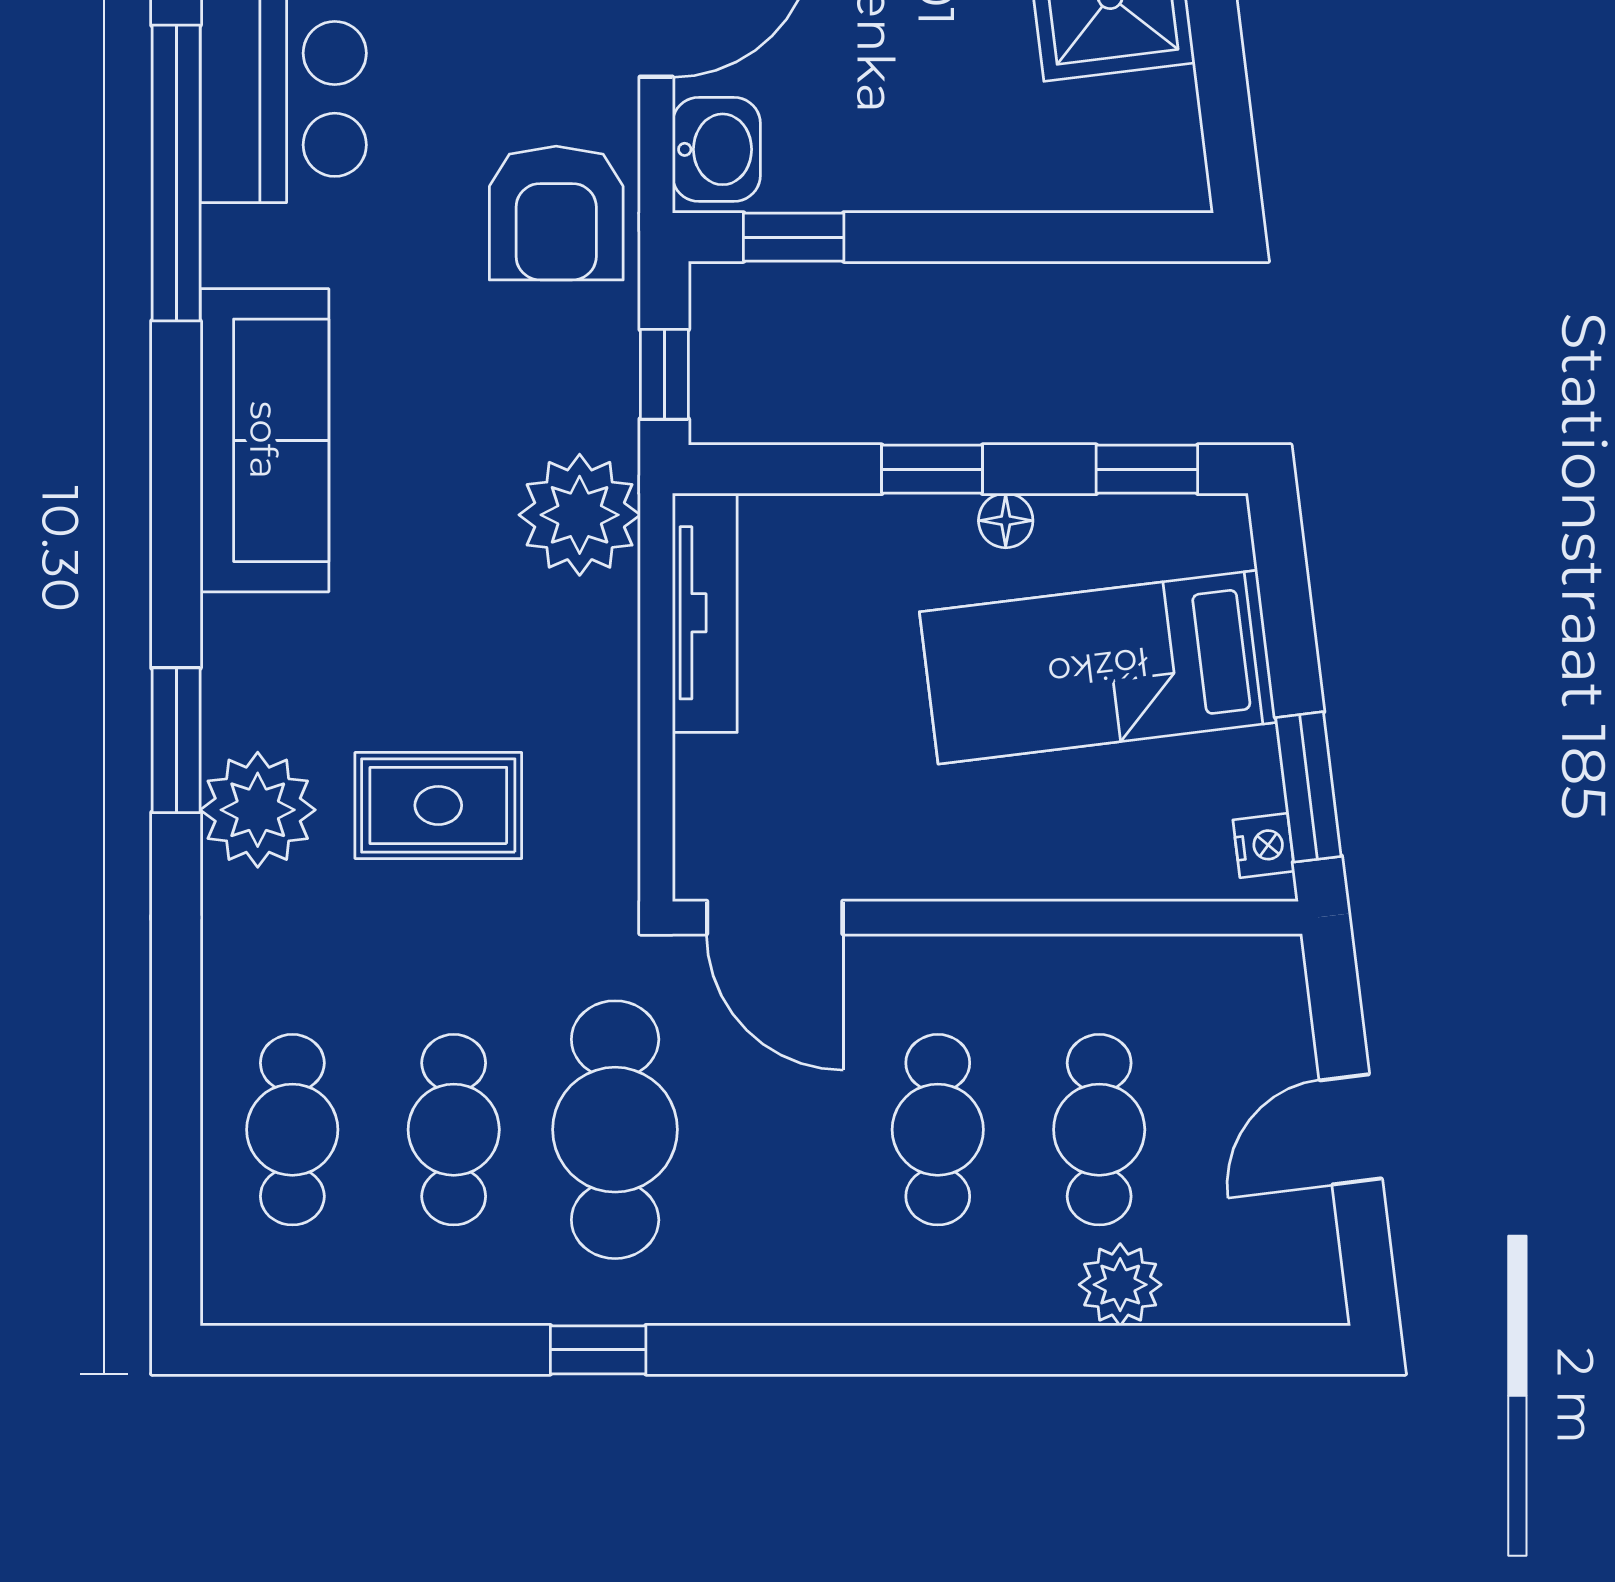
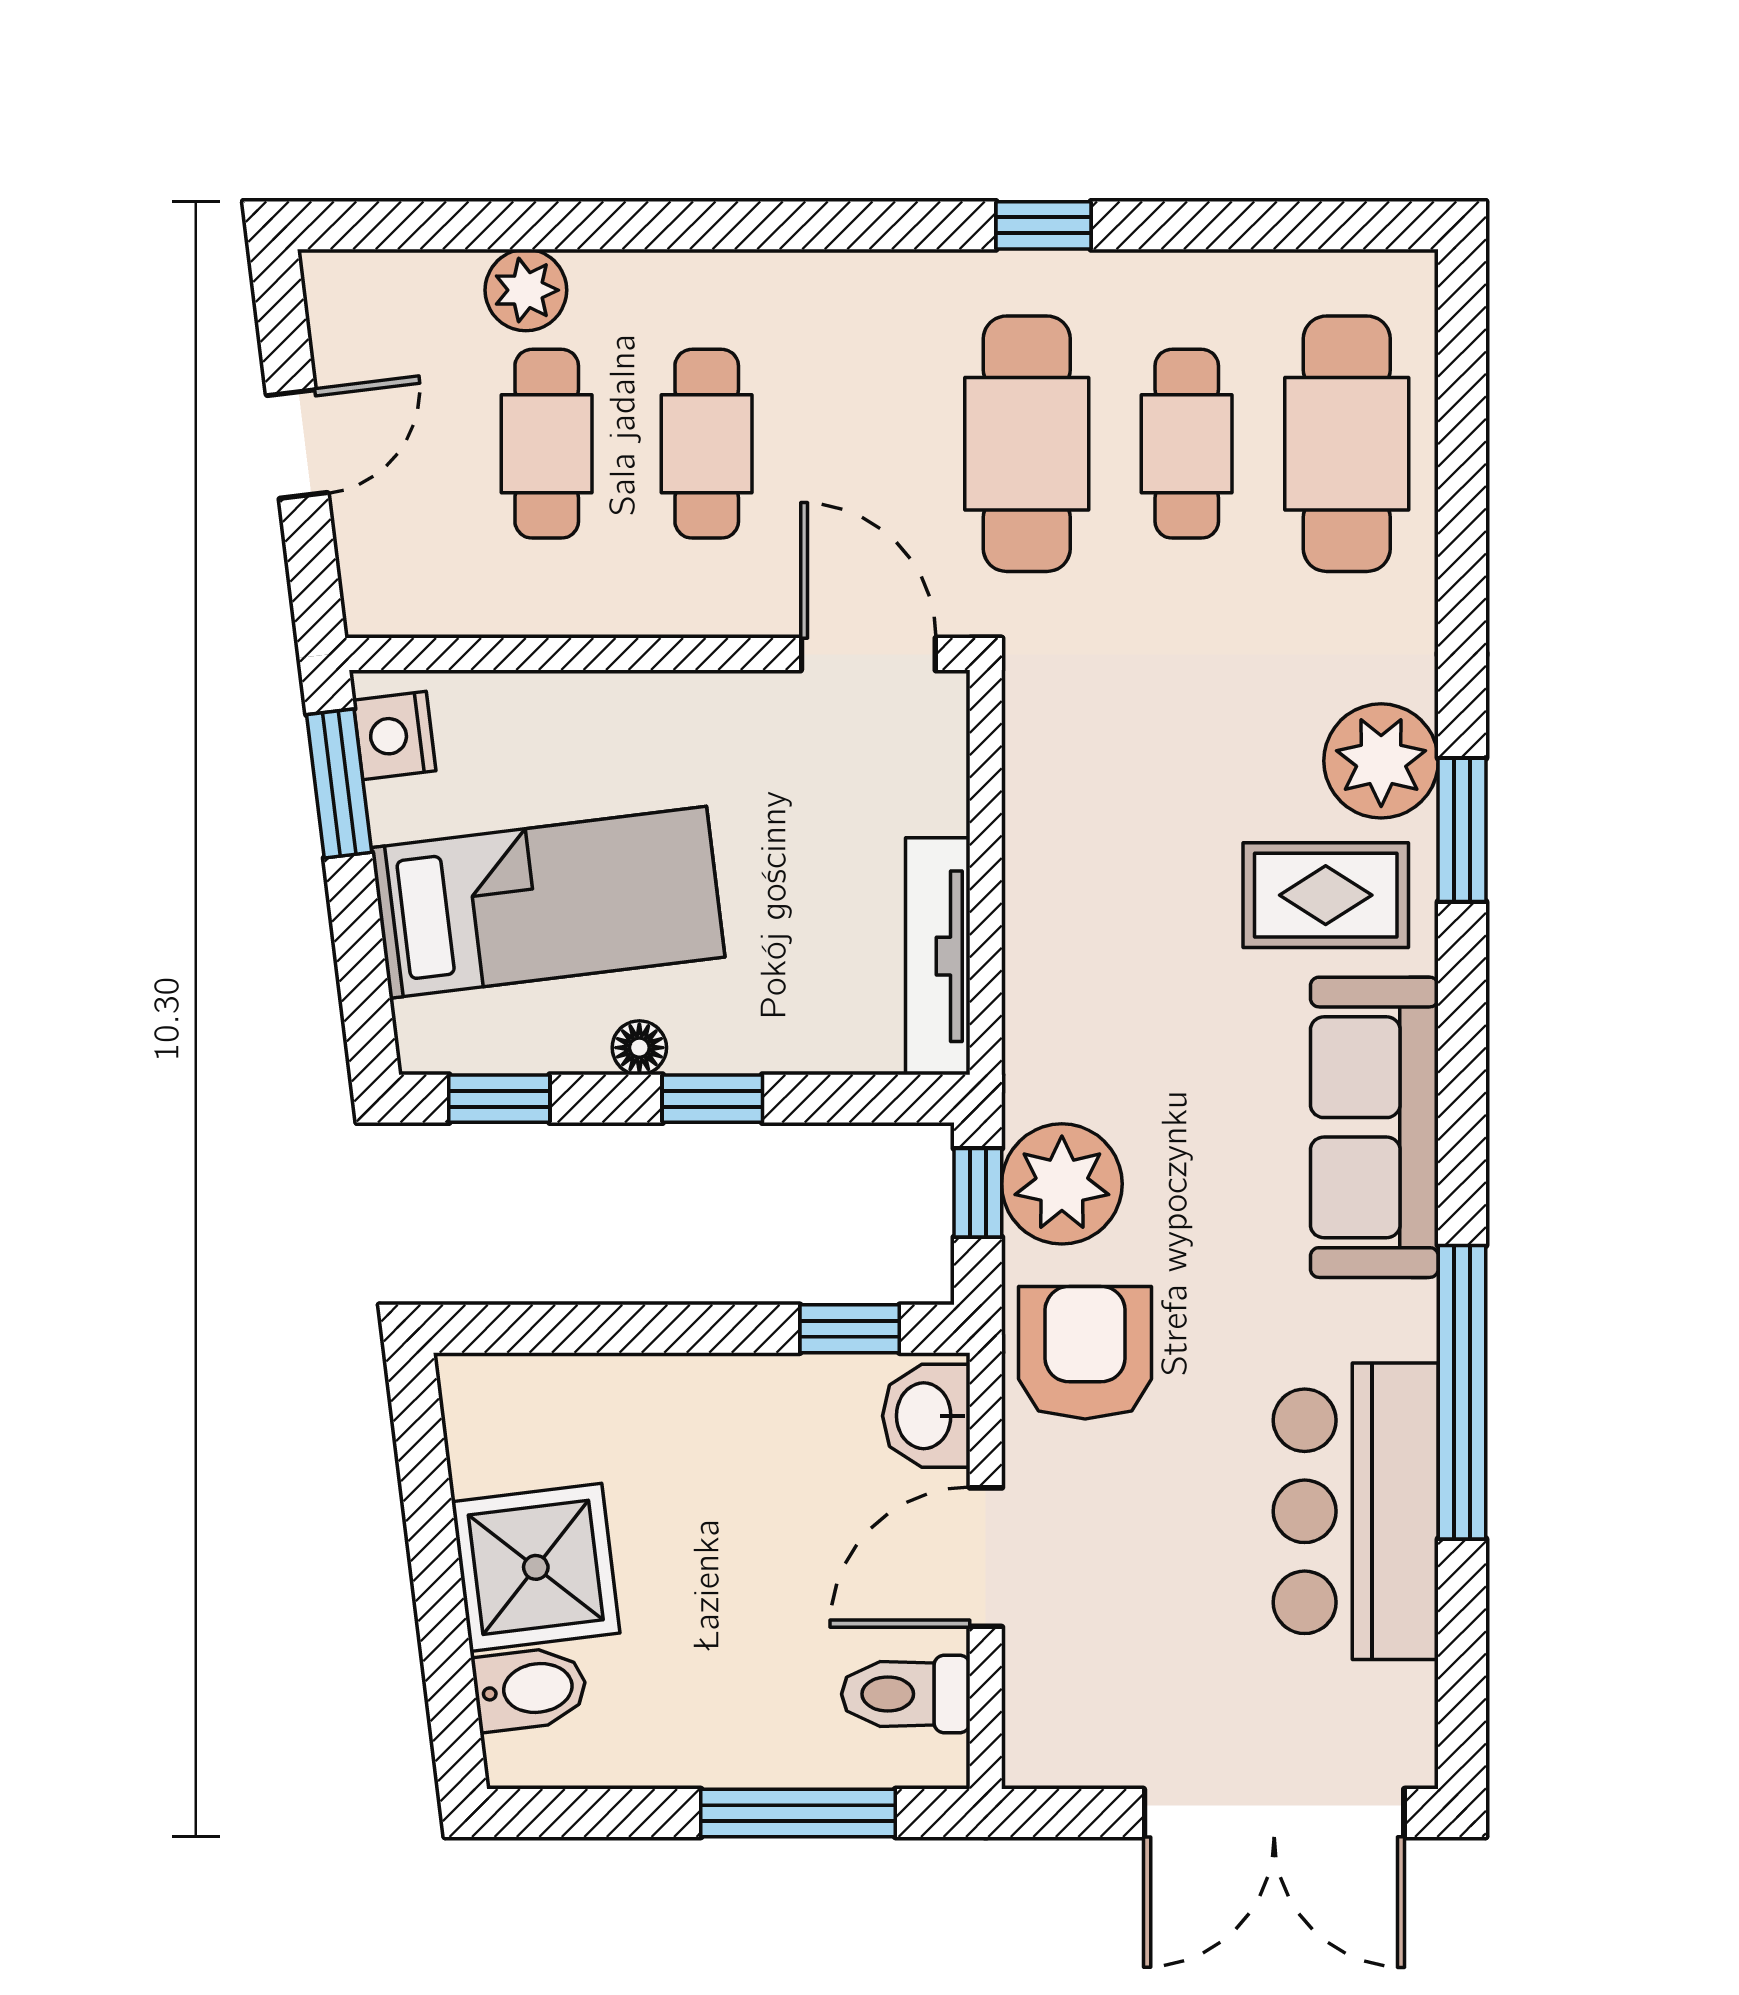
plant: (580, 515) -> (1062, 1184), moved
rug: (438, 805) -> (1326, 895), moved
nightstand: (1264, 845) -> (394, 735), width x1.39, depth x1.35
cafe table: (292, 1130) -> (1347, 444), width x1.37, depth x1.35

